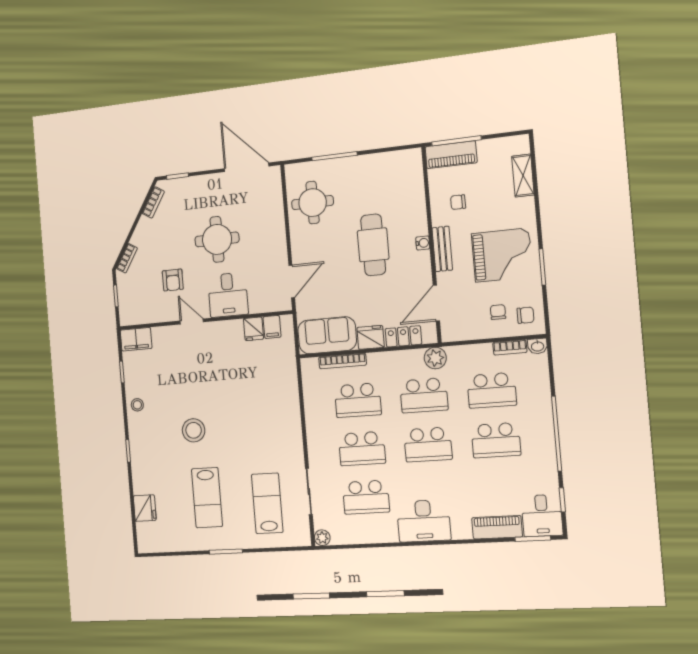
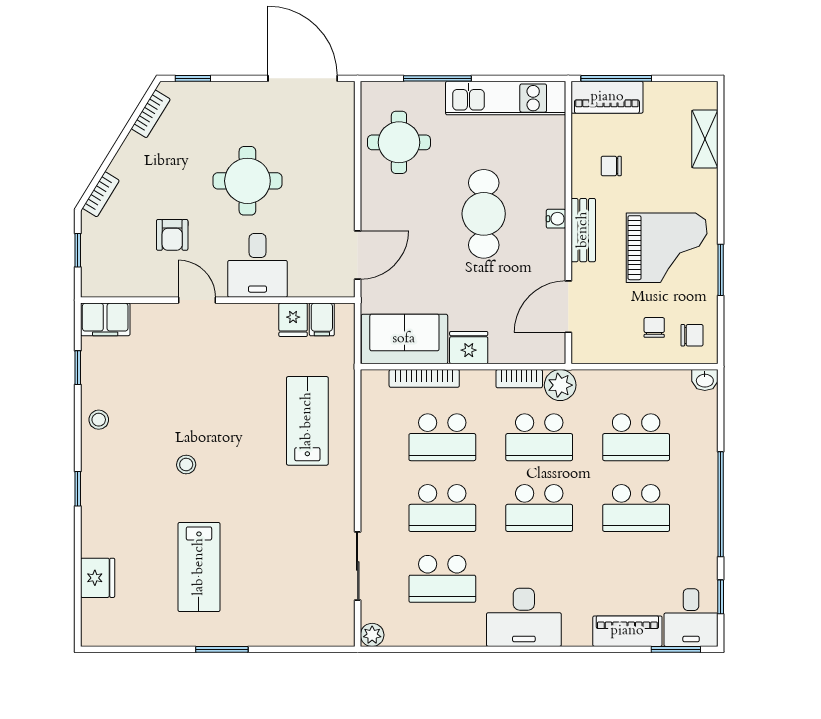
kitchen unit: (381, 164) -> (506, 98), added
locker: (403, 336) -> (517, 350), removed
bookcase: (510, 347) -> (519, 379), moved
stool: (194, 430) -> (186, 465), width x0.53, depth x0.53
lab bench: (267, 503) -> (307, 421), moved

